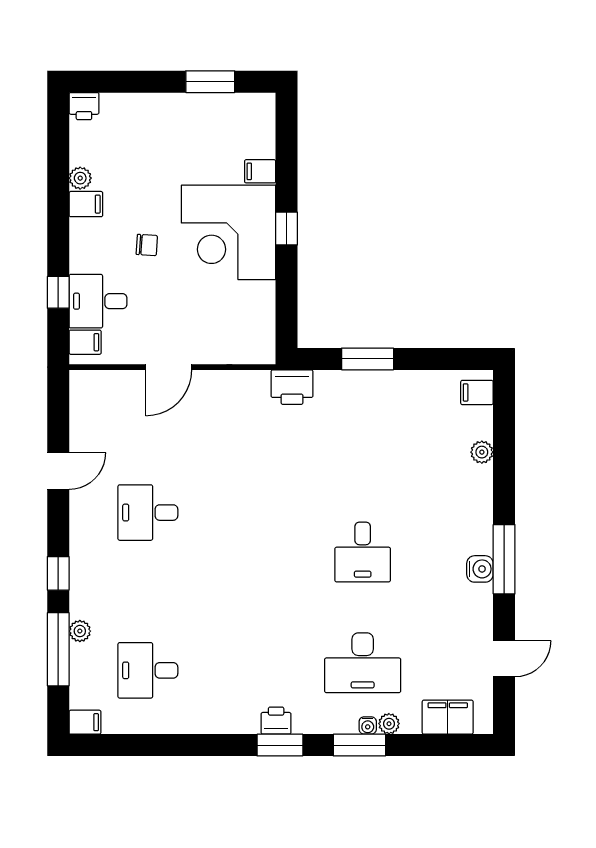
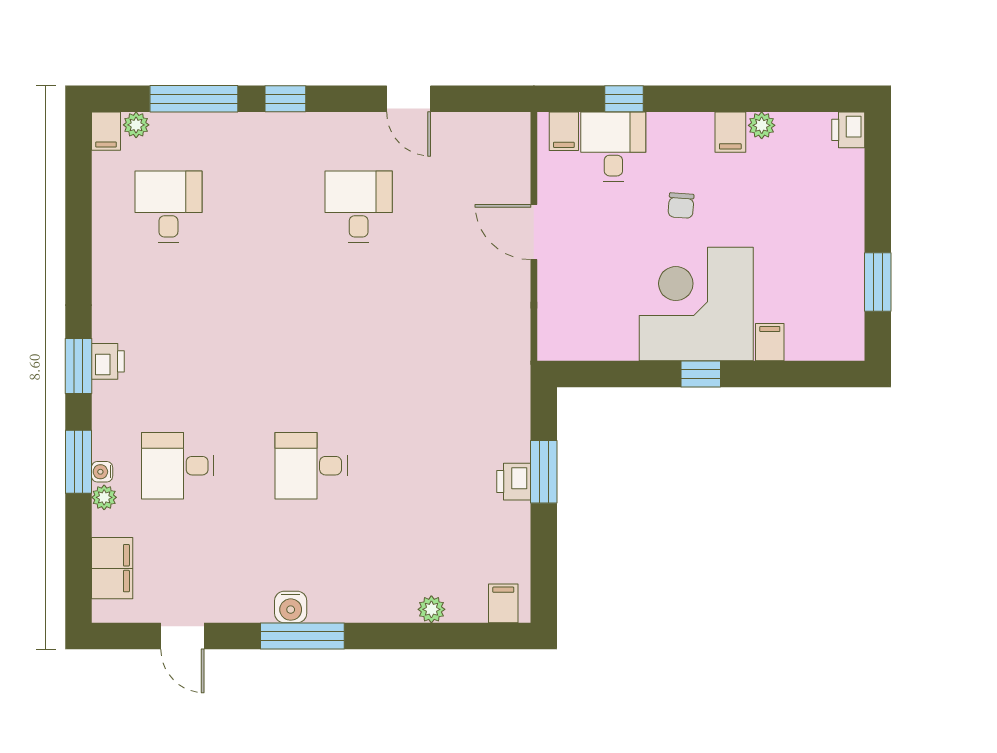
printer: (292, 387) -> (514, 482), moved, width x0.73, depth x0.81
plant: (80, 631) -> (136, 125), moved
desk: (363, 663) -> (178, 466), width x0.73

